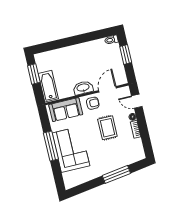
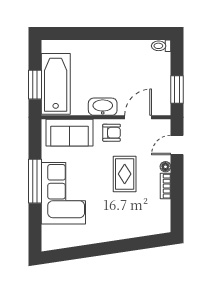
window: (126, 55) -> (177, 90), moved
window: (34, 74) -> (35, 85), moved
bathtub: (48, 86) -> (56, 84), width x1.36, depth x1.36
door: (137, 101) -> (177, 145), hinge flipped
window: (116, 174) -> (121, 246), removed

